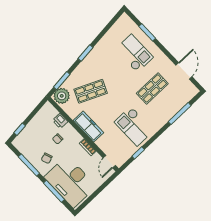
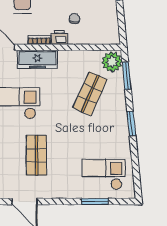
checkout: (134, 53) -> (104, 175), moved, turned 180
printer: (60, 121) -> (60, 37), moved
freezer: (88, 127) -> (37, 59), moved

